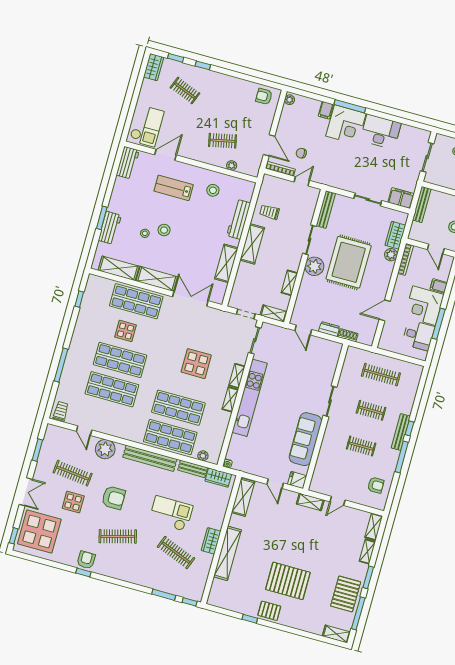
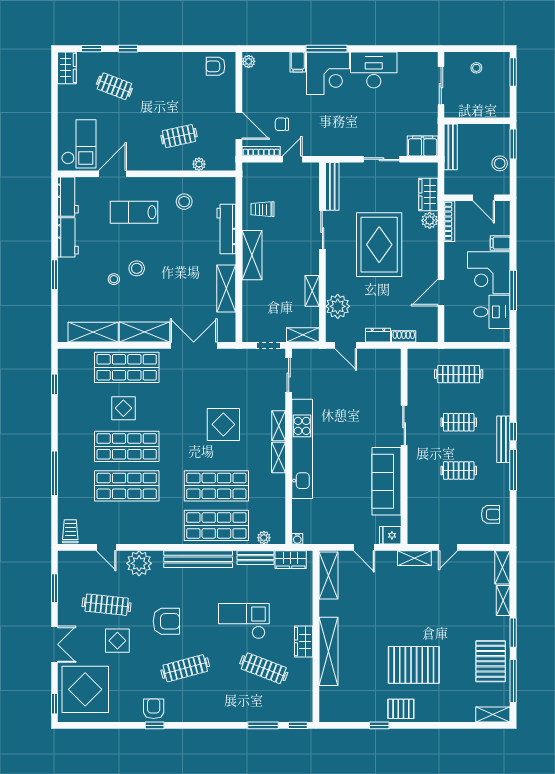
workbench: (110, 228) -> (68, 237), moved
plant: (314, 266) -> (338, 306), moved

